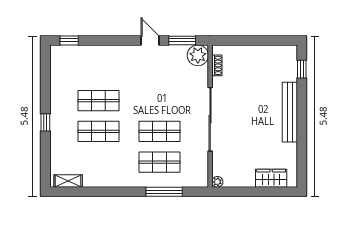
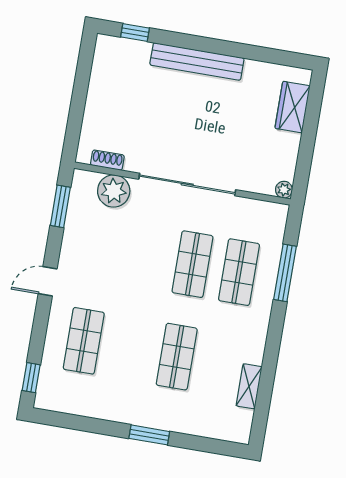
door: (150, 40) -> (48, 281), moved
plant: (198, 55) -> (114, 191), moved
shop shelf: (99, 101) -> (84, 341), moved
window: (45, 122) -> (149, 435), width x1.50
shelving: (68, 181) -> (249, 386), moved

